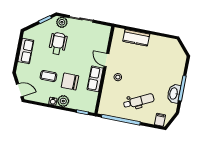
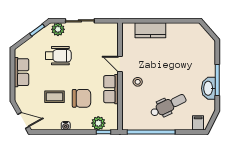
wheelchair: (58, 44) -> (58, 56), turned 90
chair: (70, 82) -> (82, 98), turned 180
plant: (63, 101) -> (98, 123), moved

